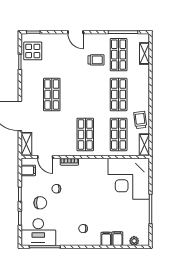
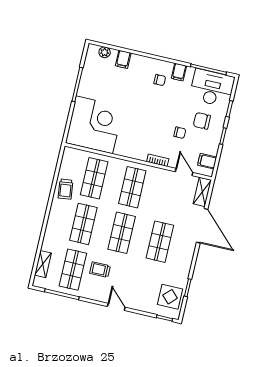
shop shelf: (85, 95) -> (122, 233), added
shelving: (144, 145) -> (67, 160), removed
filing cabinet: (106, 239) -> (179, 72), moved

